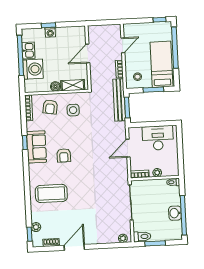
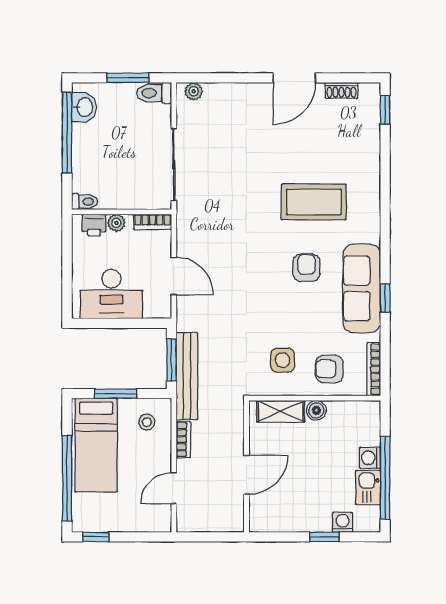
washing machine: (50, 32) -> (343, 522), moved
washing machine: (33, 69) -> (370, 458), width x0.53, depth x0.53
armchair: (50, 107) -> (329, 369), turned -99
sofa: (36, 147) -> (362, 288), width x1.36
door: (128, 148) -> (174, 276), hinge flipped
printer: (168, 171) -> (94, 225), added
coffee table: (51, 193) -> (314, 202), moved
washbasin: (175, 213) -> (84, 107), moved
plant: (36, 227) -> (371, 124), removed

